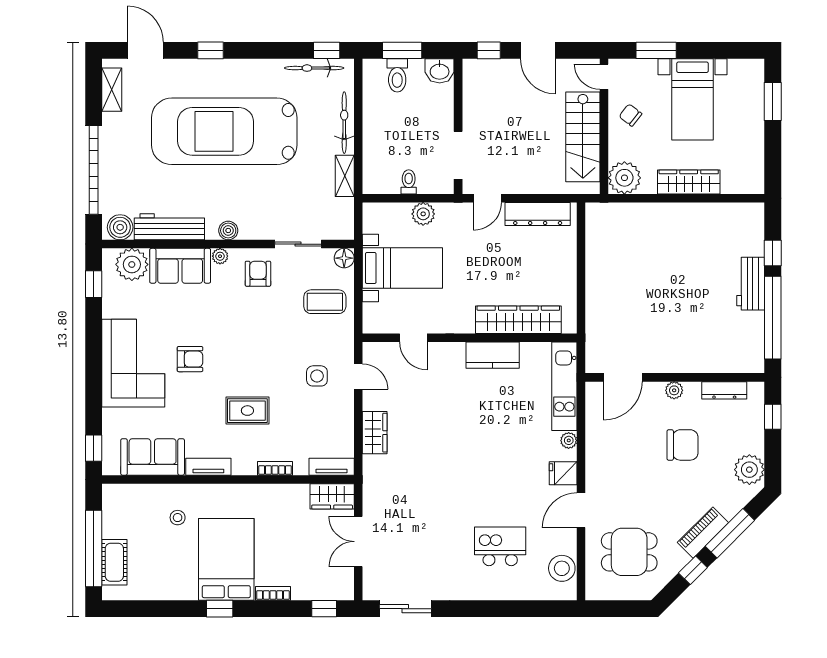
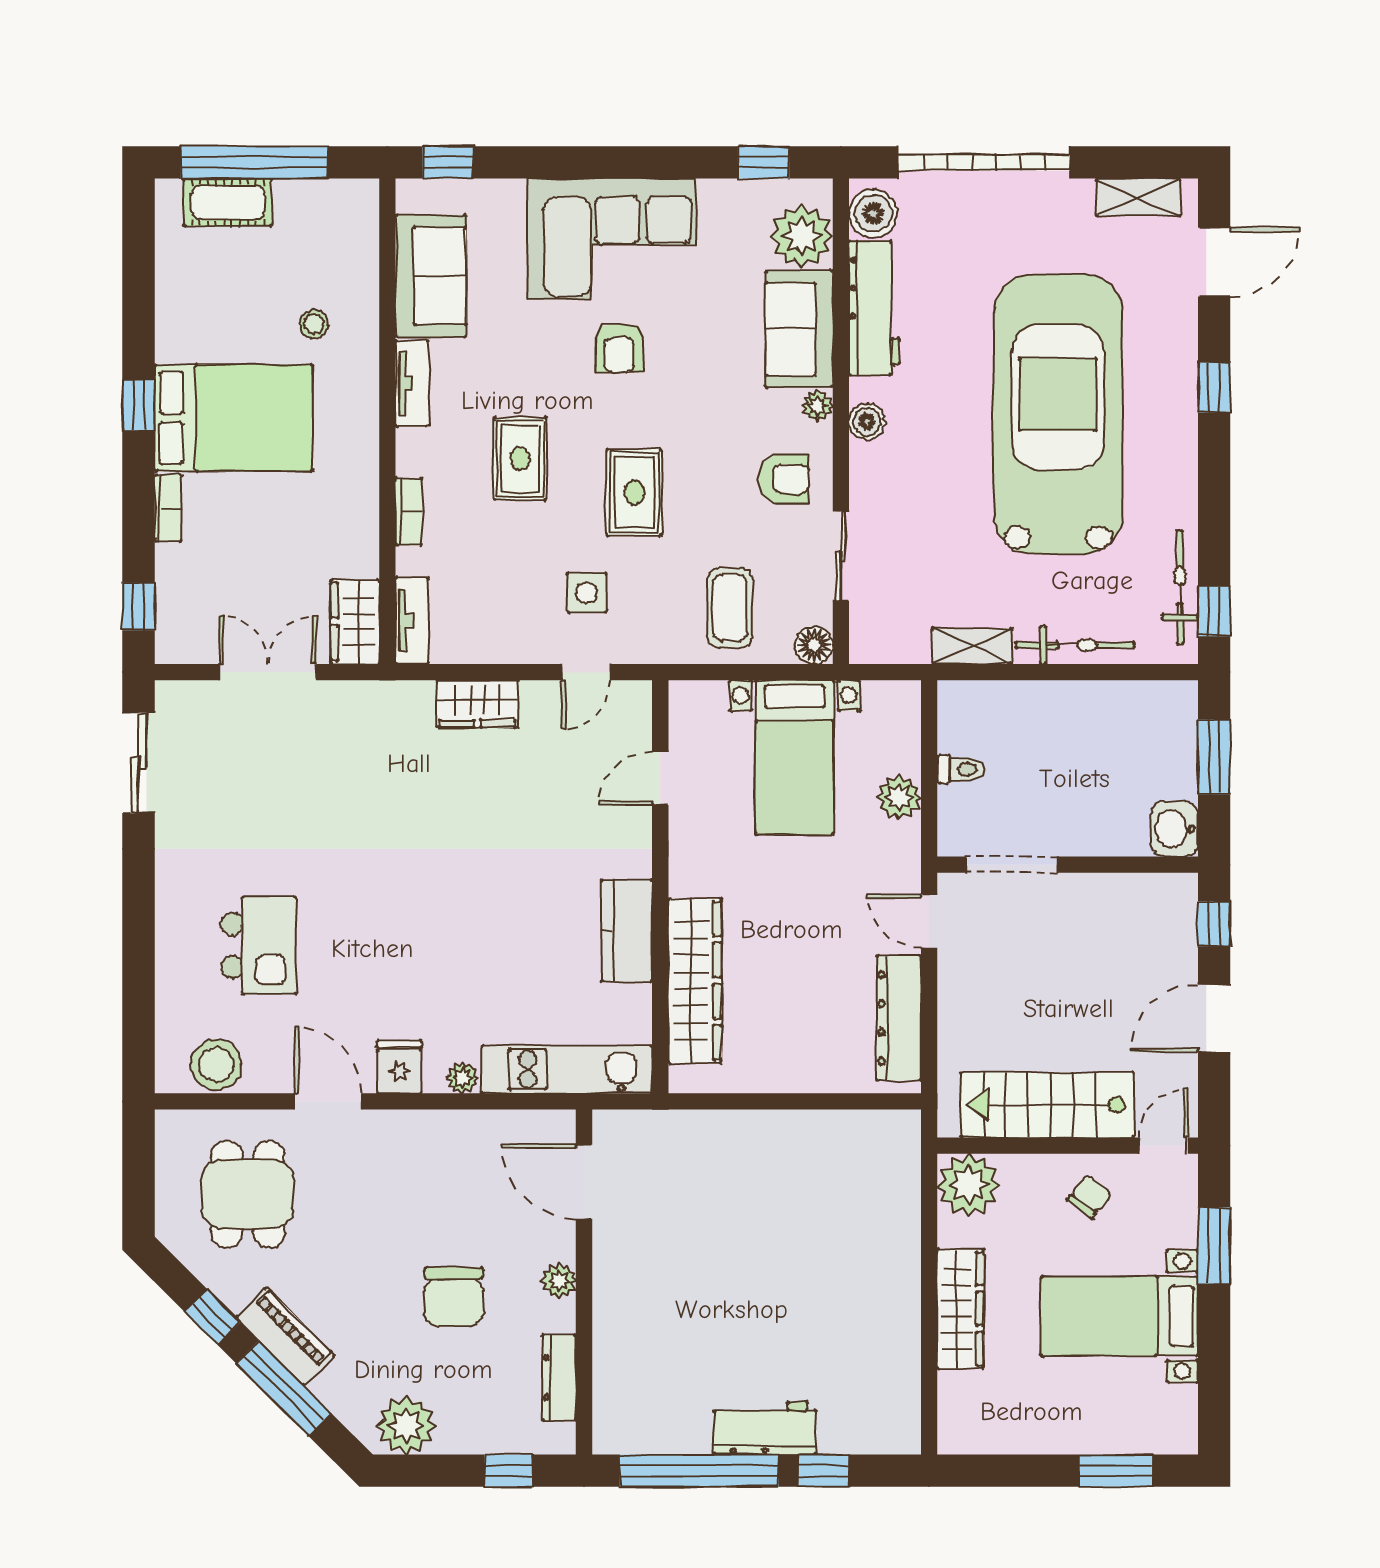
toilet: (397, 75) -> (1166, 747), removed
rug: (265, 351) -> (634, 492), added

